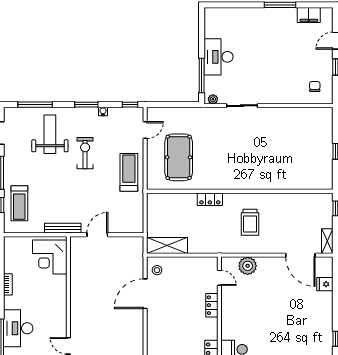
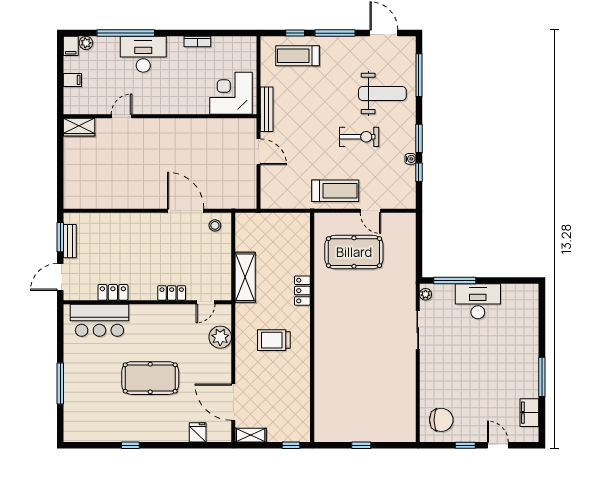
chair: (315, 86) -> (441, 420), width x1.87, depth x1.87
window: (130, 105) -> (419, 172), moved
door: (145, 130) -> (371, 211), moved
shelving: (167, 246) -> (245, 277), moved
door: (300, 255) -> (233, 402), hinge flipped
pool table: (281, 323) -> (150, 378), added

